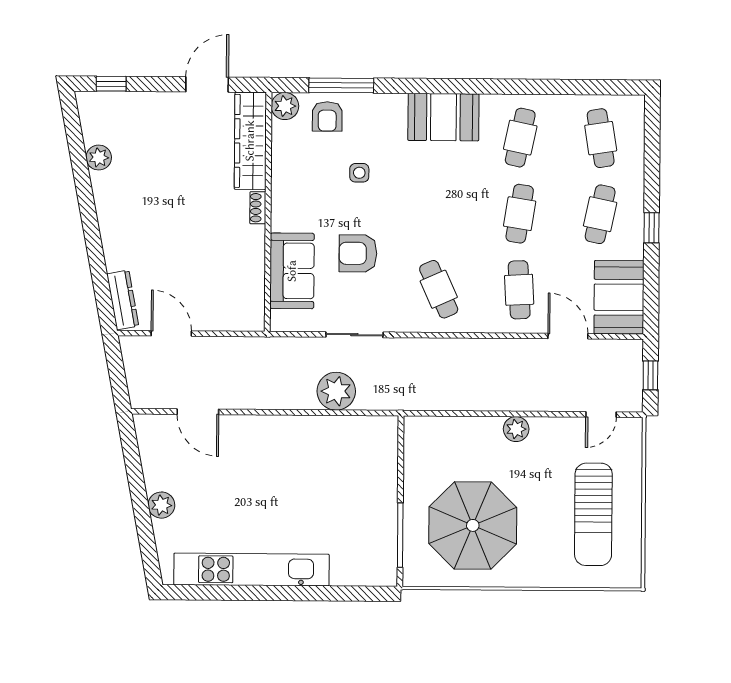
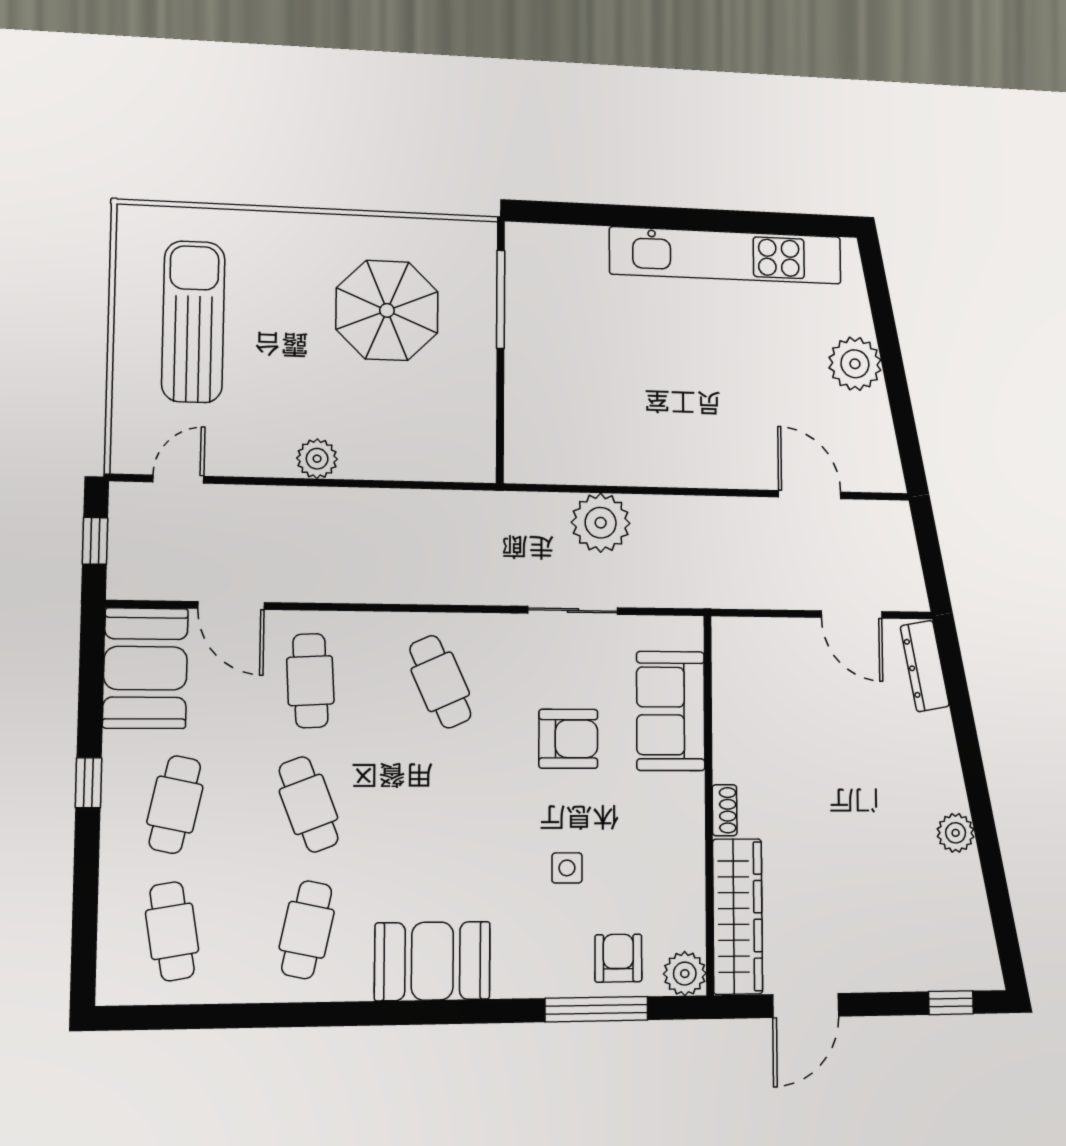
plant: (99, 158) -> (956, 833), moved
cafe table: (520, 214) -> (309, 804), turned -30
plant: (161, 505) -> (855, 364), width x1.36, depth x1.36
parasol: (473, 525) -> (387, 310), width x0.73, depth x0.73

